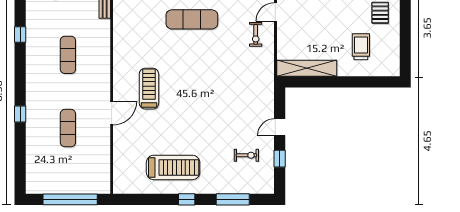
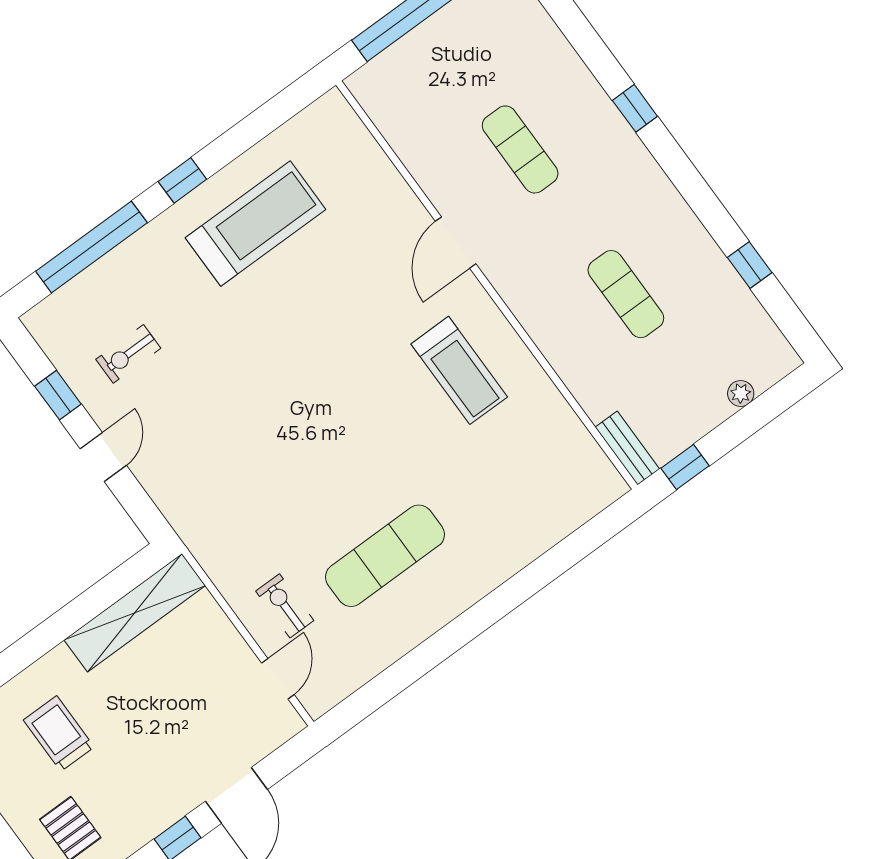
exercise mat: (192, 19) -> (385, 556), moved
trolley: (361, 47) -> (59, 733), turned 180
treadmill: (149, 89) -> (459, 370), moved
treadmill: (173, 167) -> (256, 224), turned 180
window: (233, 199) -> (91, 247), width x1.46

